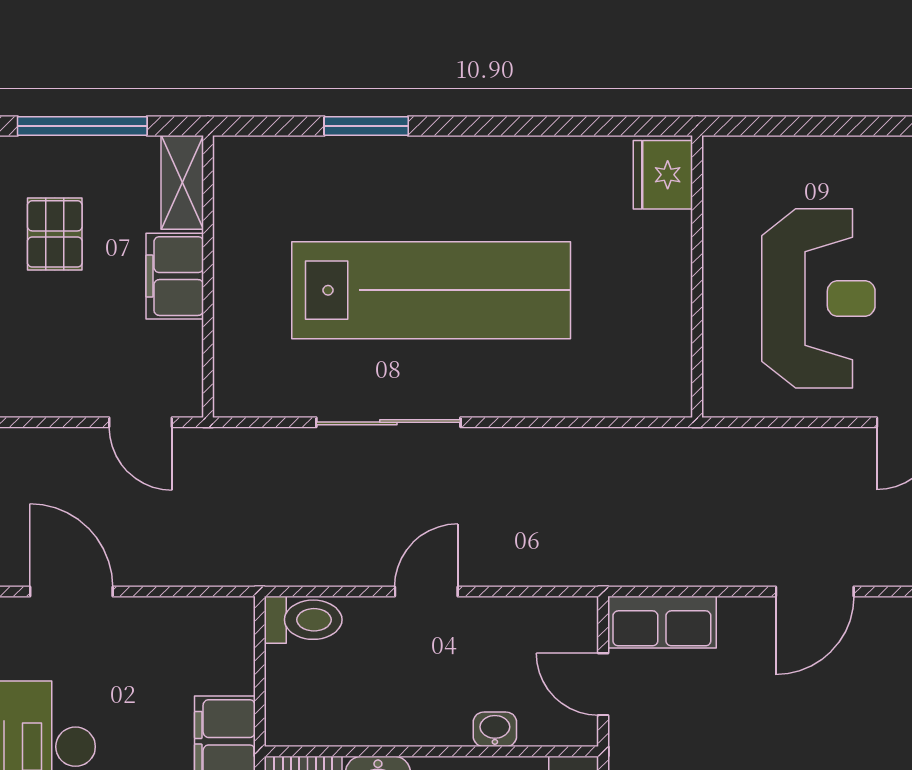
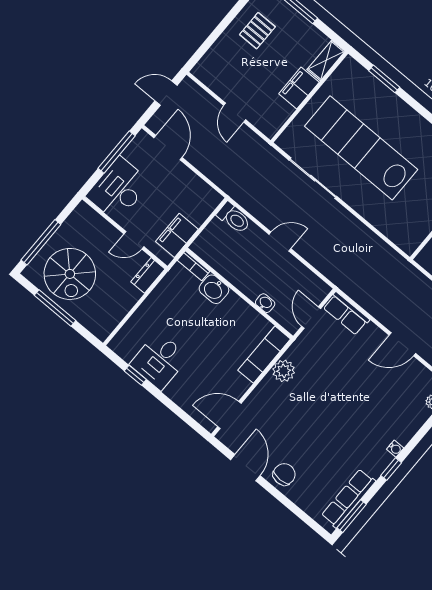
shelving: (182, 182) -> (326, 60), moved
filing cabinet: (175, 276) -> (299, 88), moved
wall: (208, 276) -> (309, 97), moved
lab bench: (431, 290) -> (361, 148), turned 180

